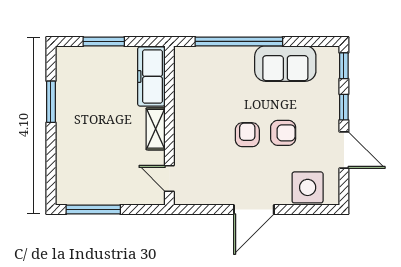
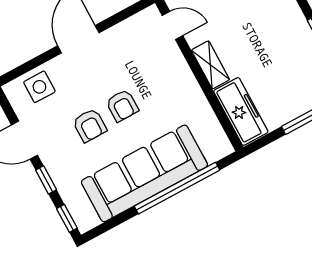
sofa: (285, 64) -> (144, 173), width x1.85, depth x1.27
armchair: (283, 133) -> (90, 125), turned -90
side table: (308, 187) -> (39, 87), width x0.73, depth x0.73

